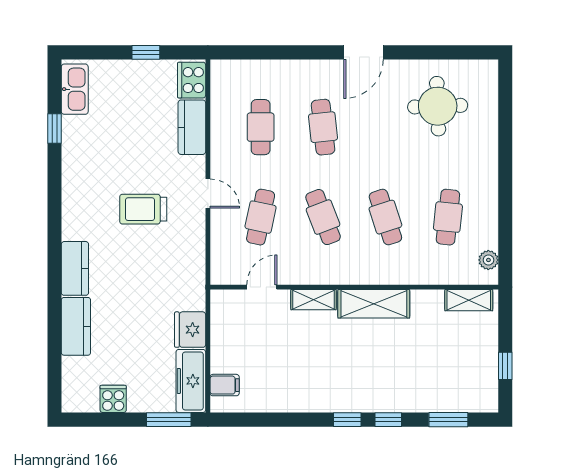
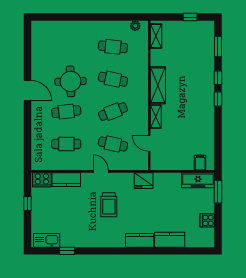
round table: (438, 106) -> (71, 81), moved
door: (208, 194) -> (101, 171), hinge flipped
cafe table: (385, 217) -> (113, 79), turned 30
fridge: (190, 330) -> (144, 181), moved

